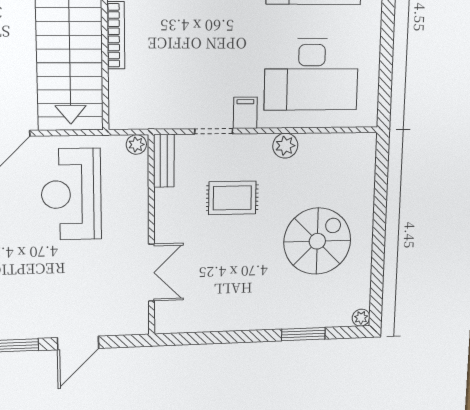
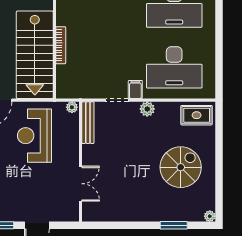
plant: (285, 146) -> (147, 109), moved
bench: (164, 161) -> (88, 123), width x1.36
rug: (232, 198) -> (197, 115), moved

